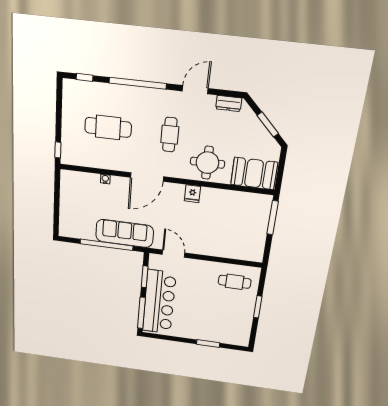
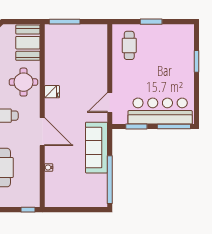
window: (106, 245) -> (110, 180), moved

